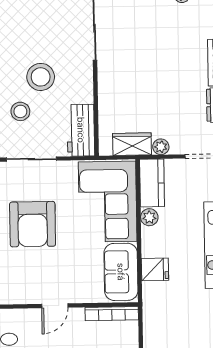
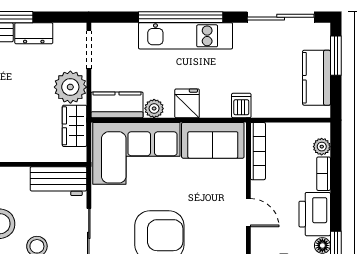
plant: (161, 147) -> (70, 87), width x1.87, depth x1.87
fridge: (155, 269) -> (187, 103), moved
dishwasher: (153, 298) -> (241, 106), added

